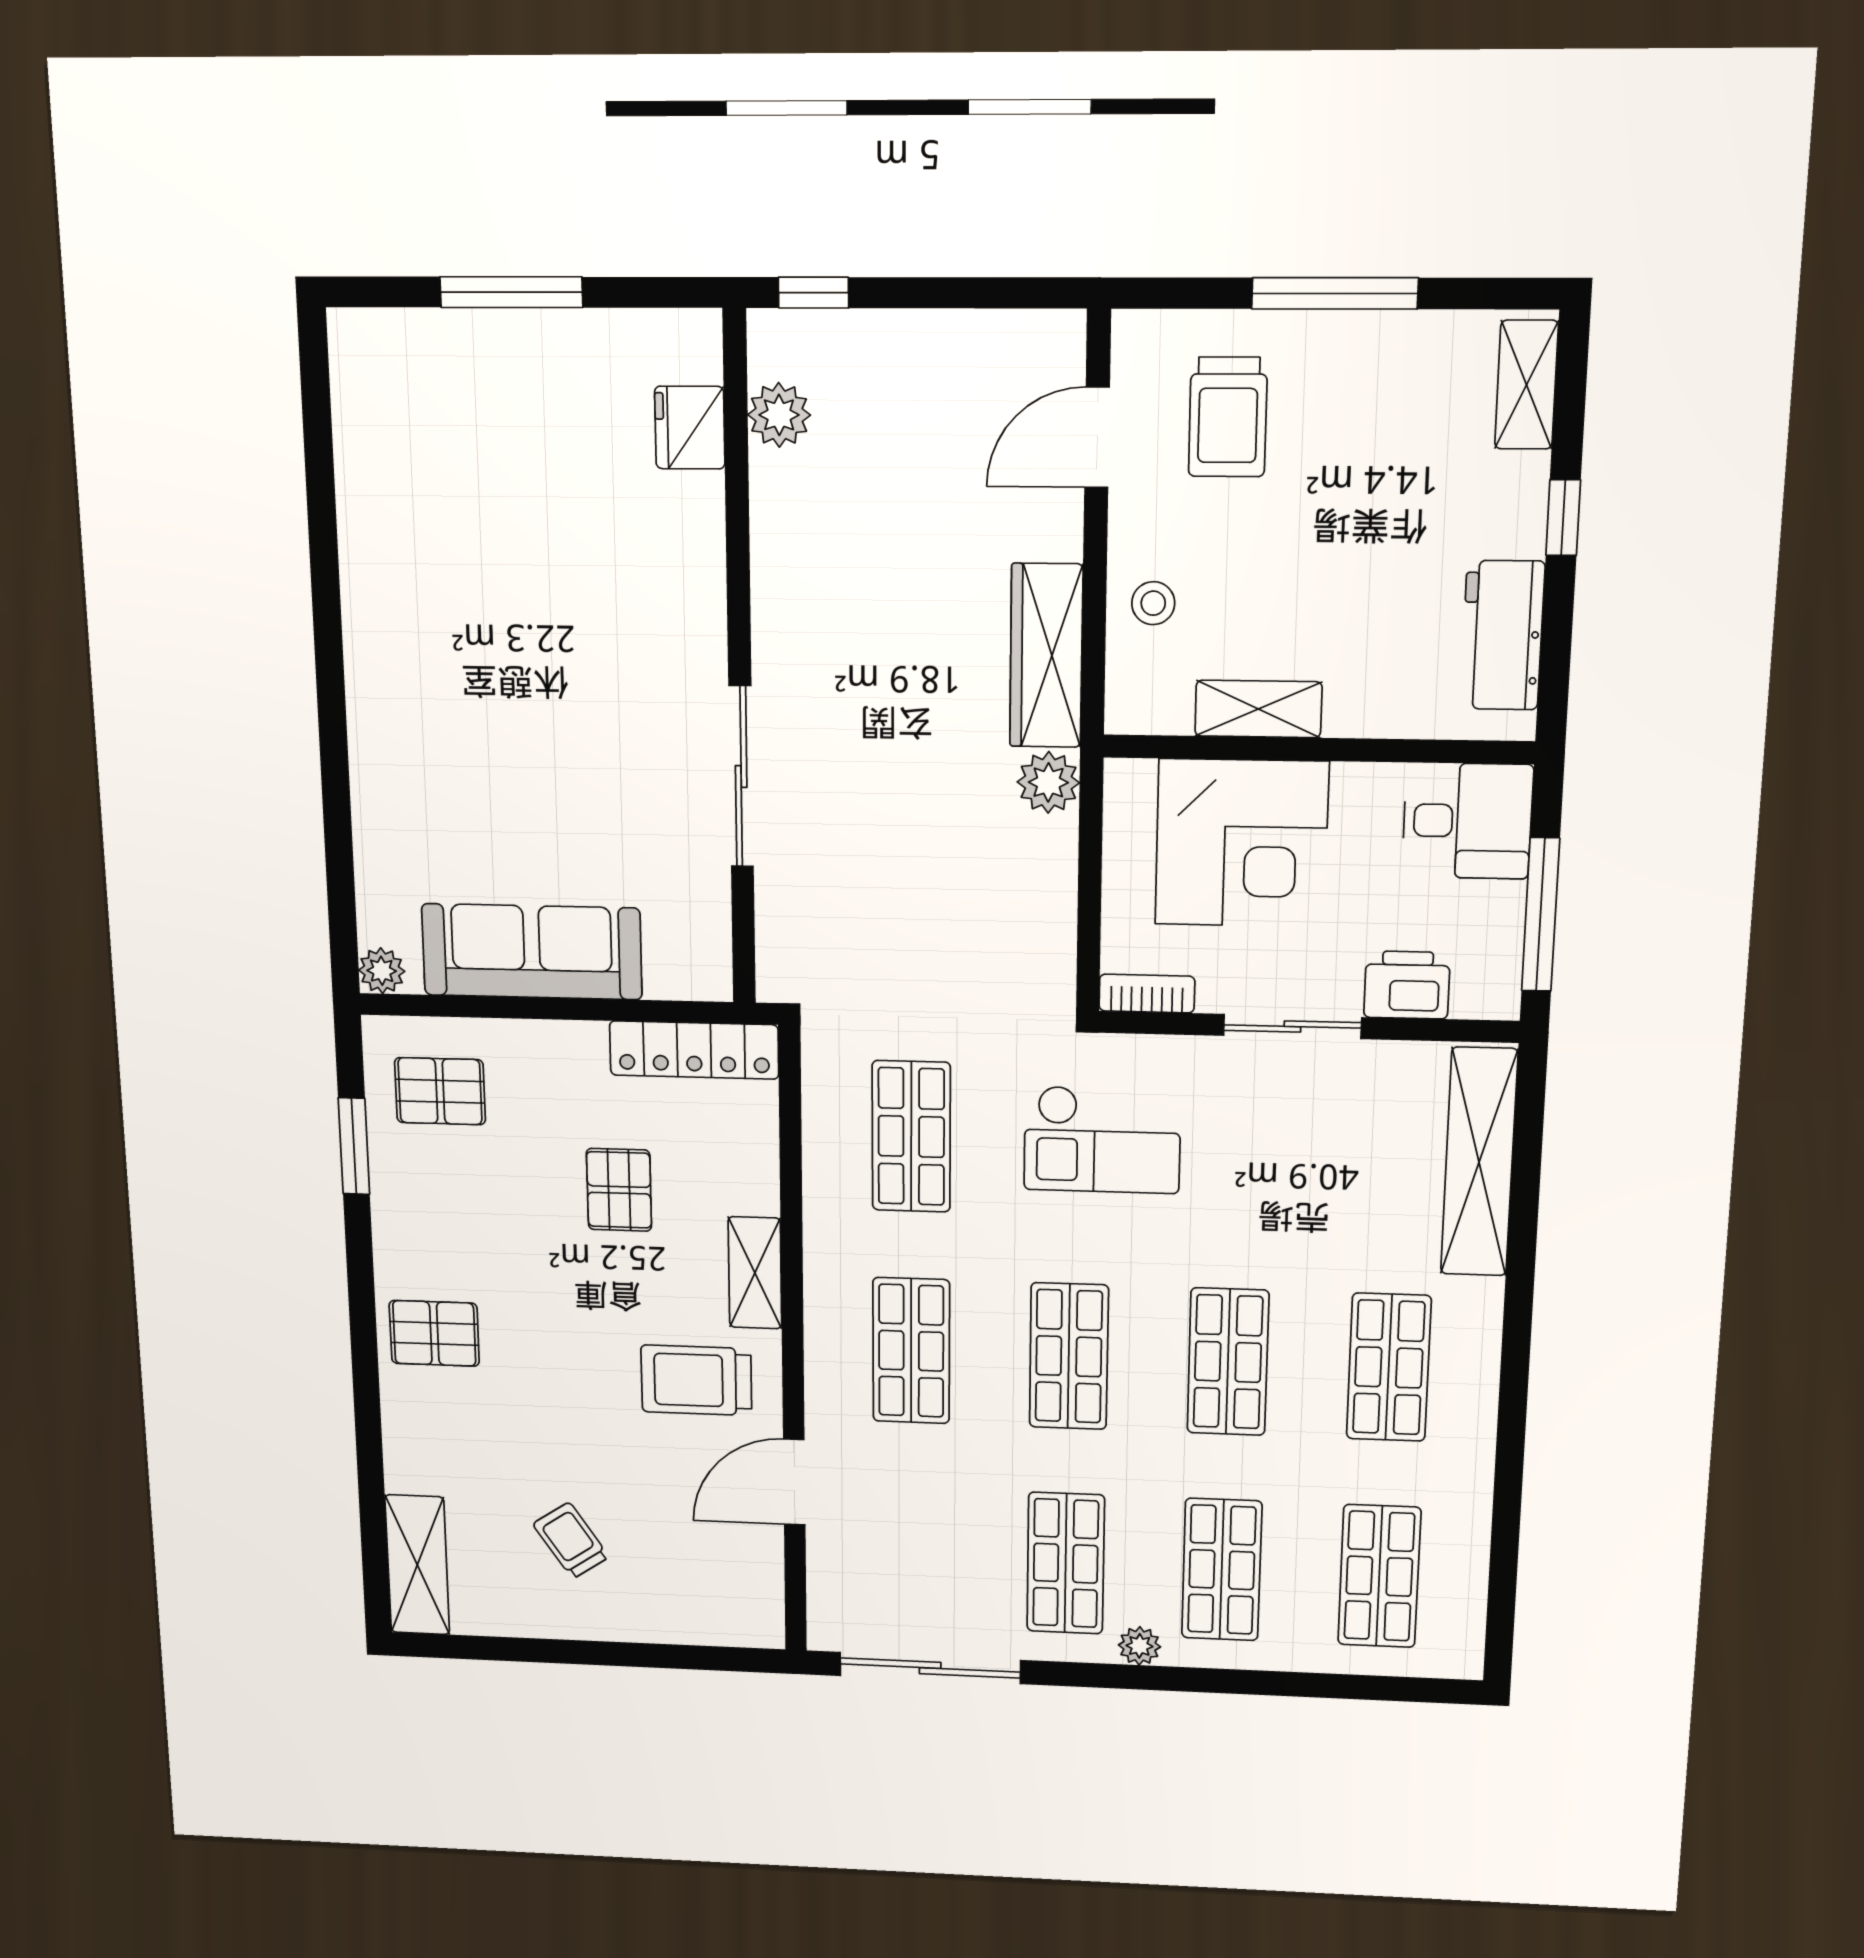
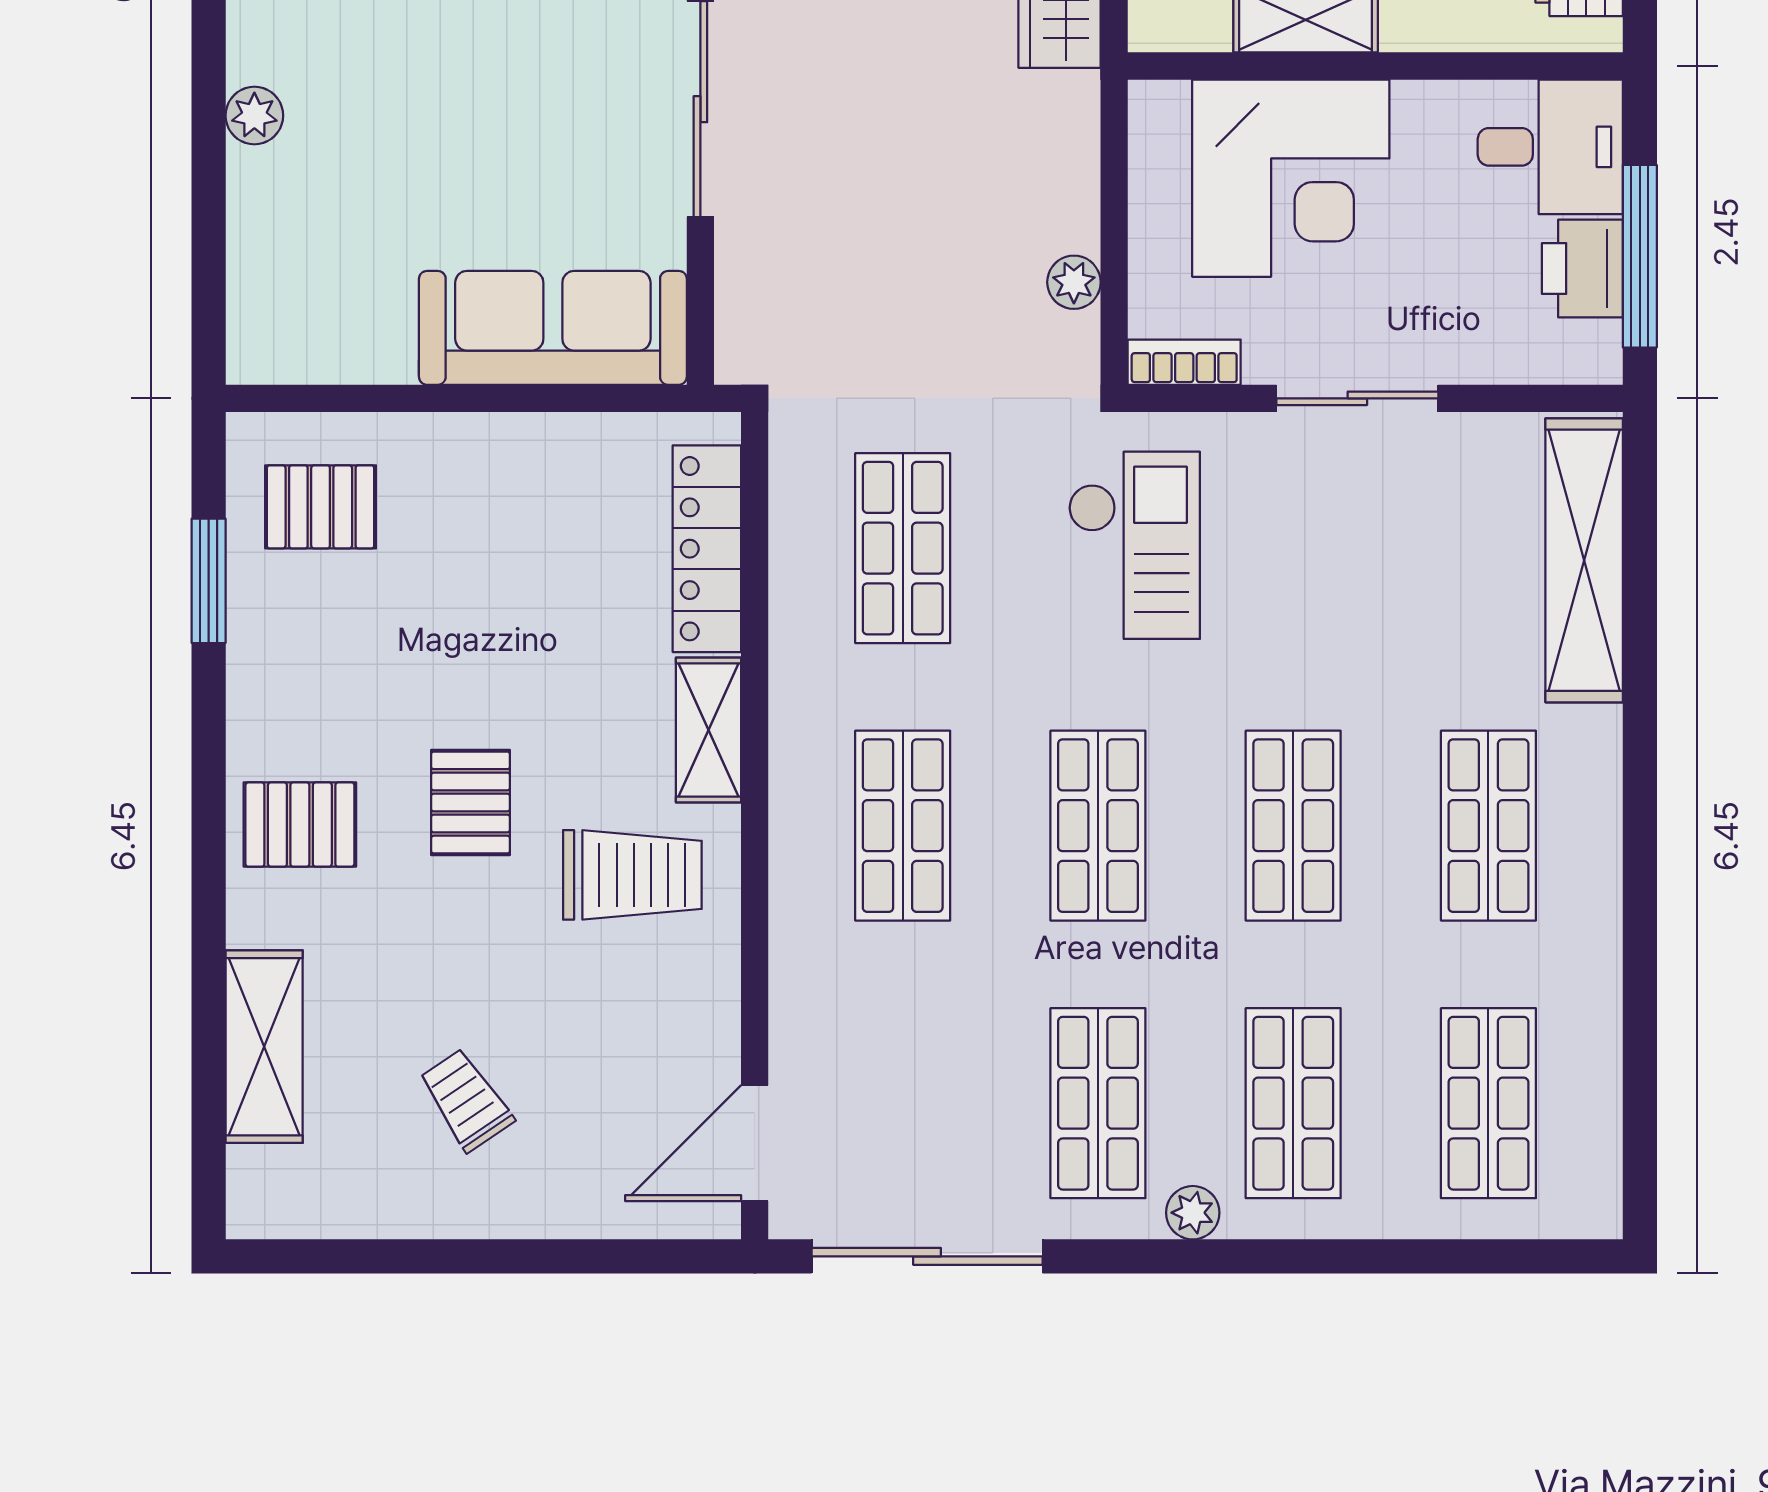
plant: (1048, 782) -> (1074, 282), moved, width x0.73, depth x0.73
sofa: (532, 952) -> (553, 328), moved
plant: (382, 971) -> (254, 116), moved
printer: (1407, 985) -> (1582, 268), moved, turned -90
locker: (694, 1050) -> (707, 549), moved, turned 90
checkout: (1102, 1140) -> (1134, 545), turned -90
pallet: (619, 1190) -> (471, 802), moved
trolley: (696, 1380) -> (632, 875), turned 180
door: (794, 1482) -> (755, 1143), moved
shelving: (417, 1565) -> (264, 1047), moved

